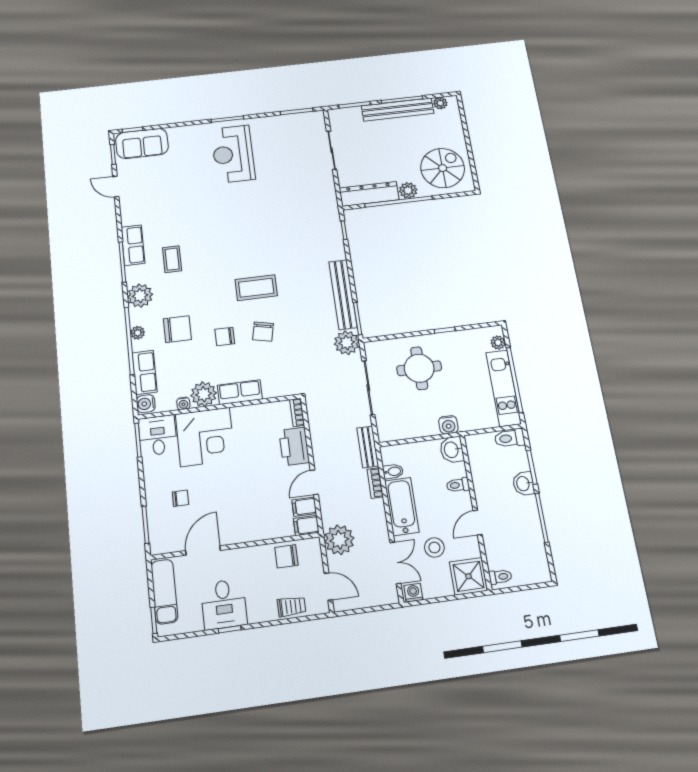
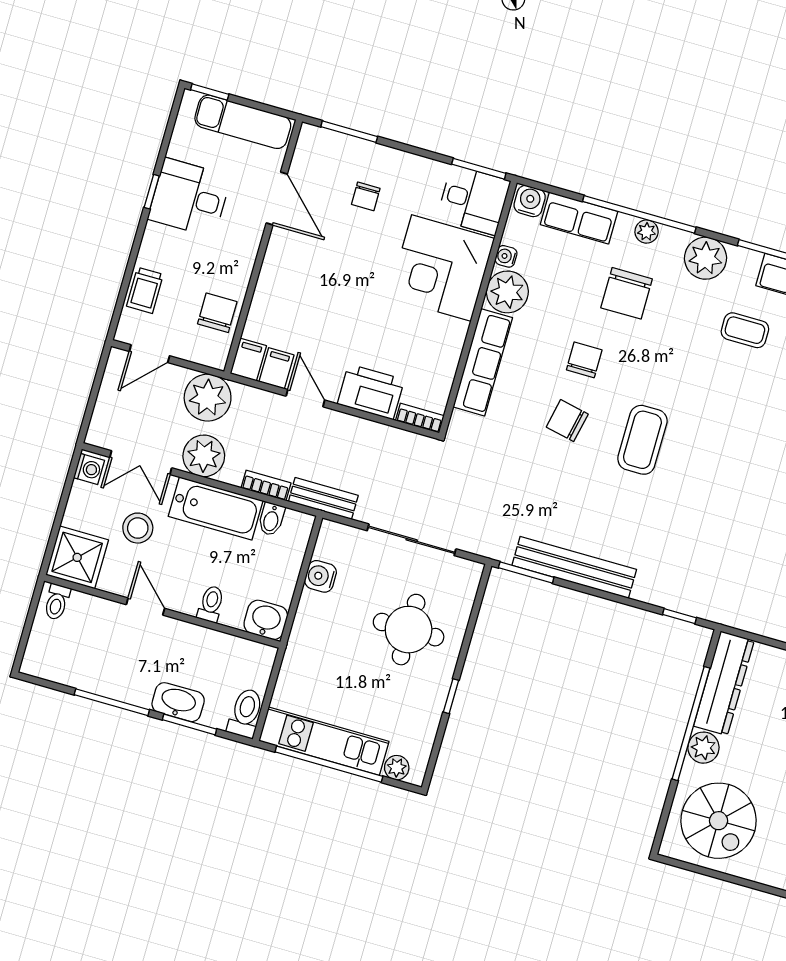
plant: (347, 343) -> (204, 456), moved
row of seats: (240, 392) -> (483, 362), width x1.48
water cooler: (448, 425) -> (320, 576), moved
washbasin: (523, 484) -> (178, 702), width x1.38

